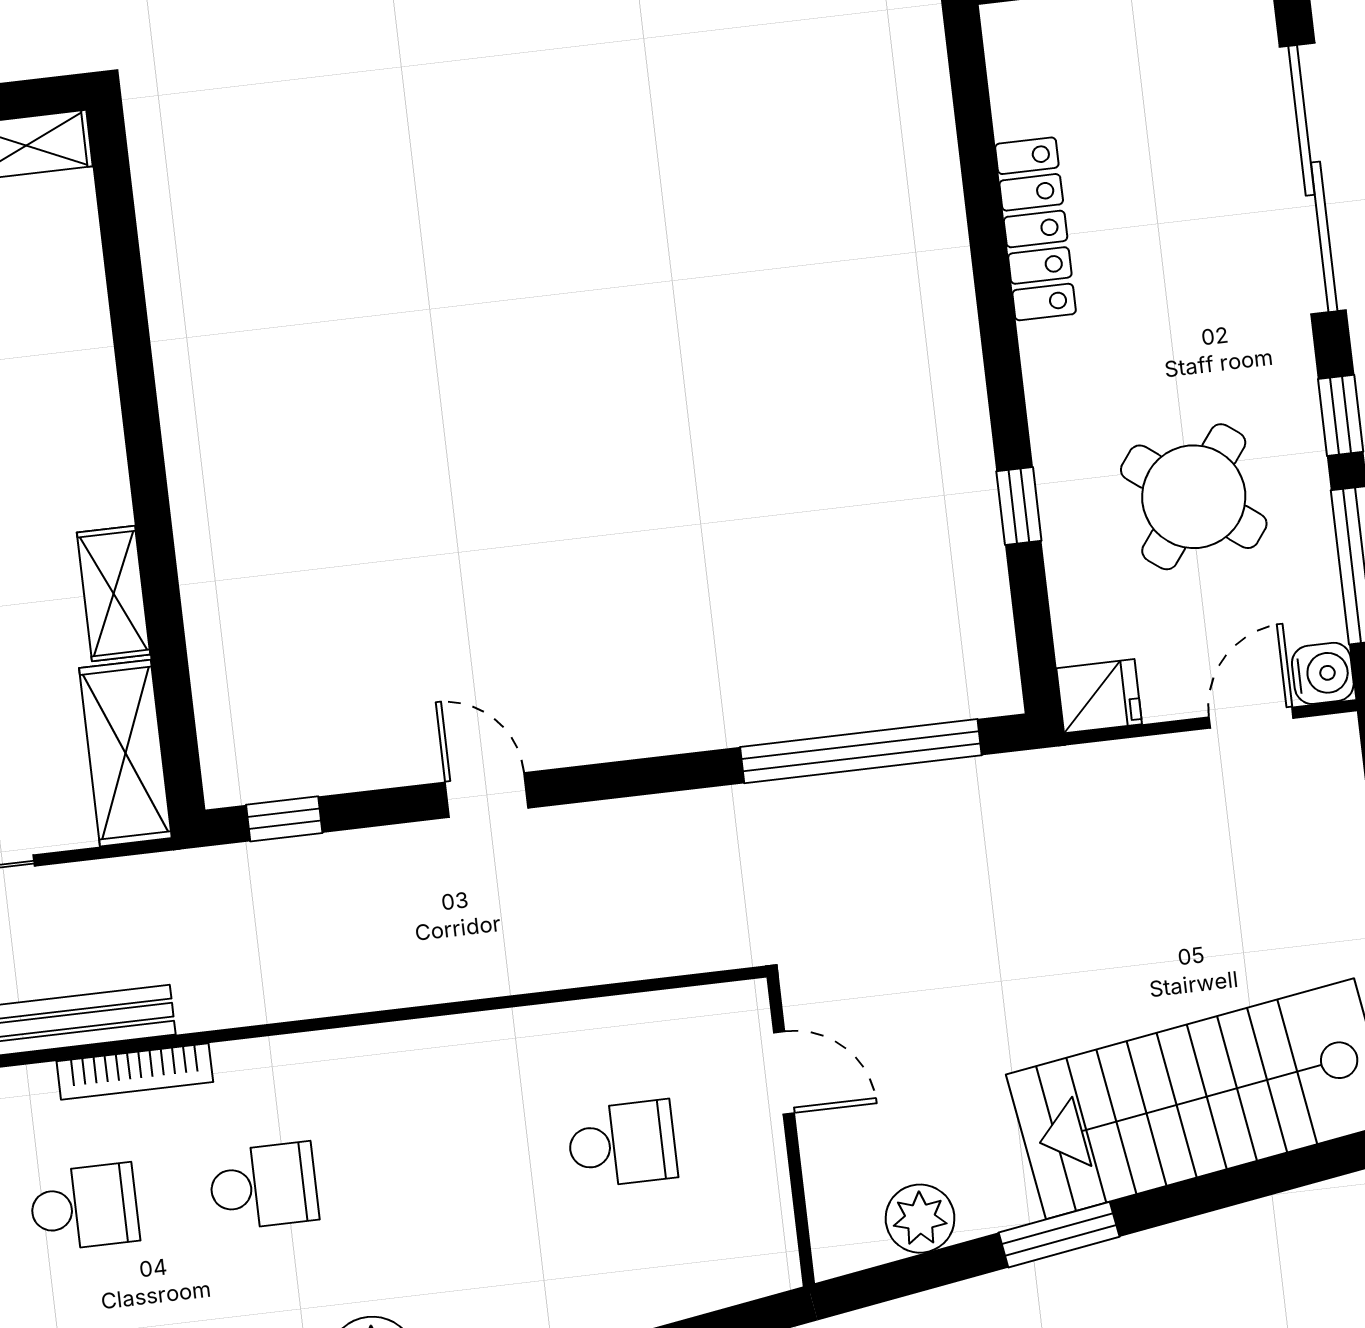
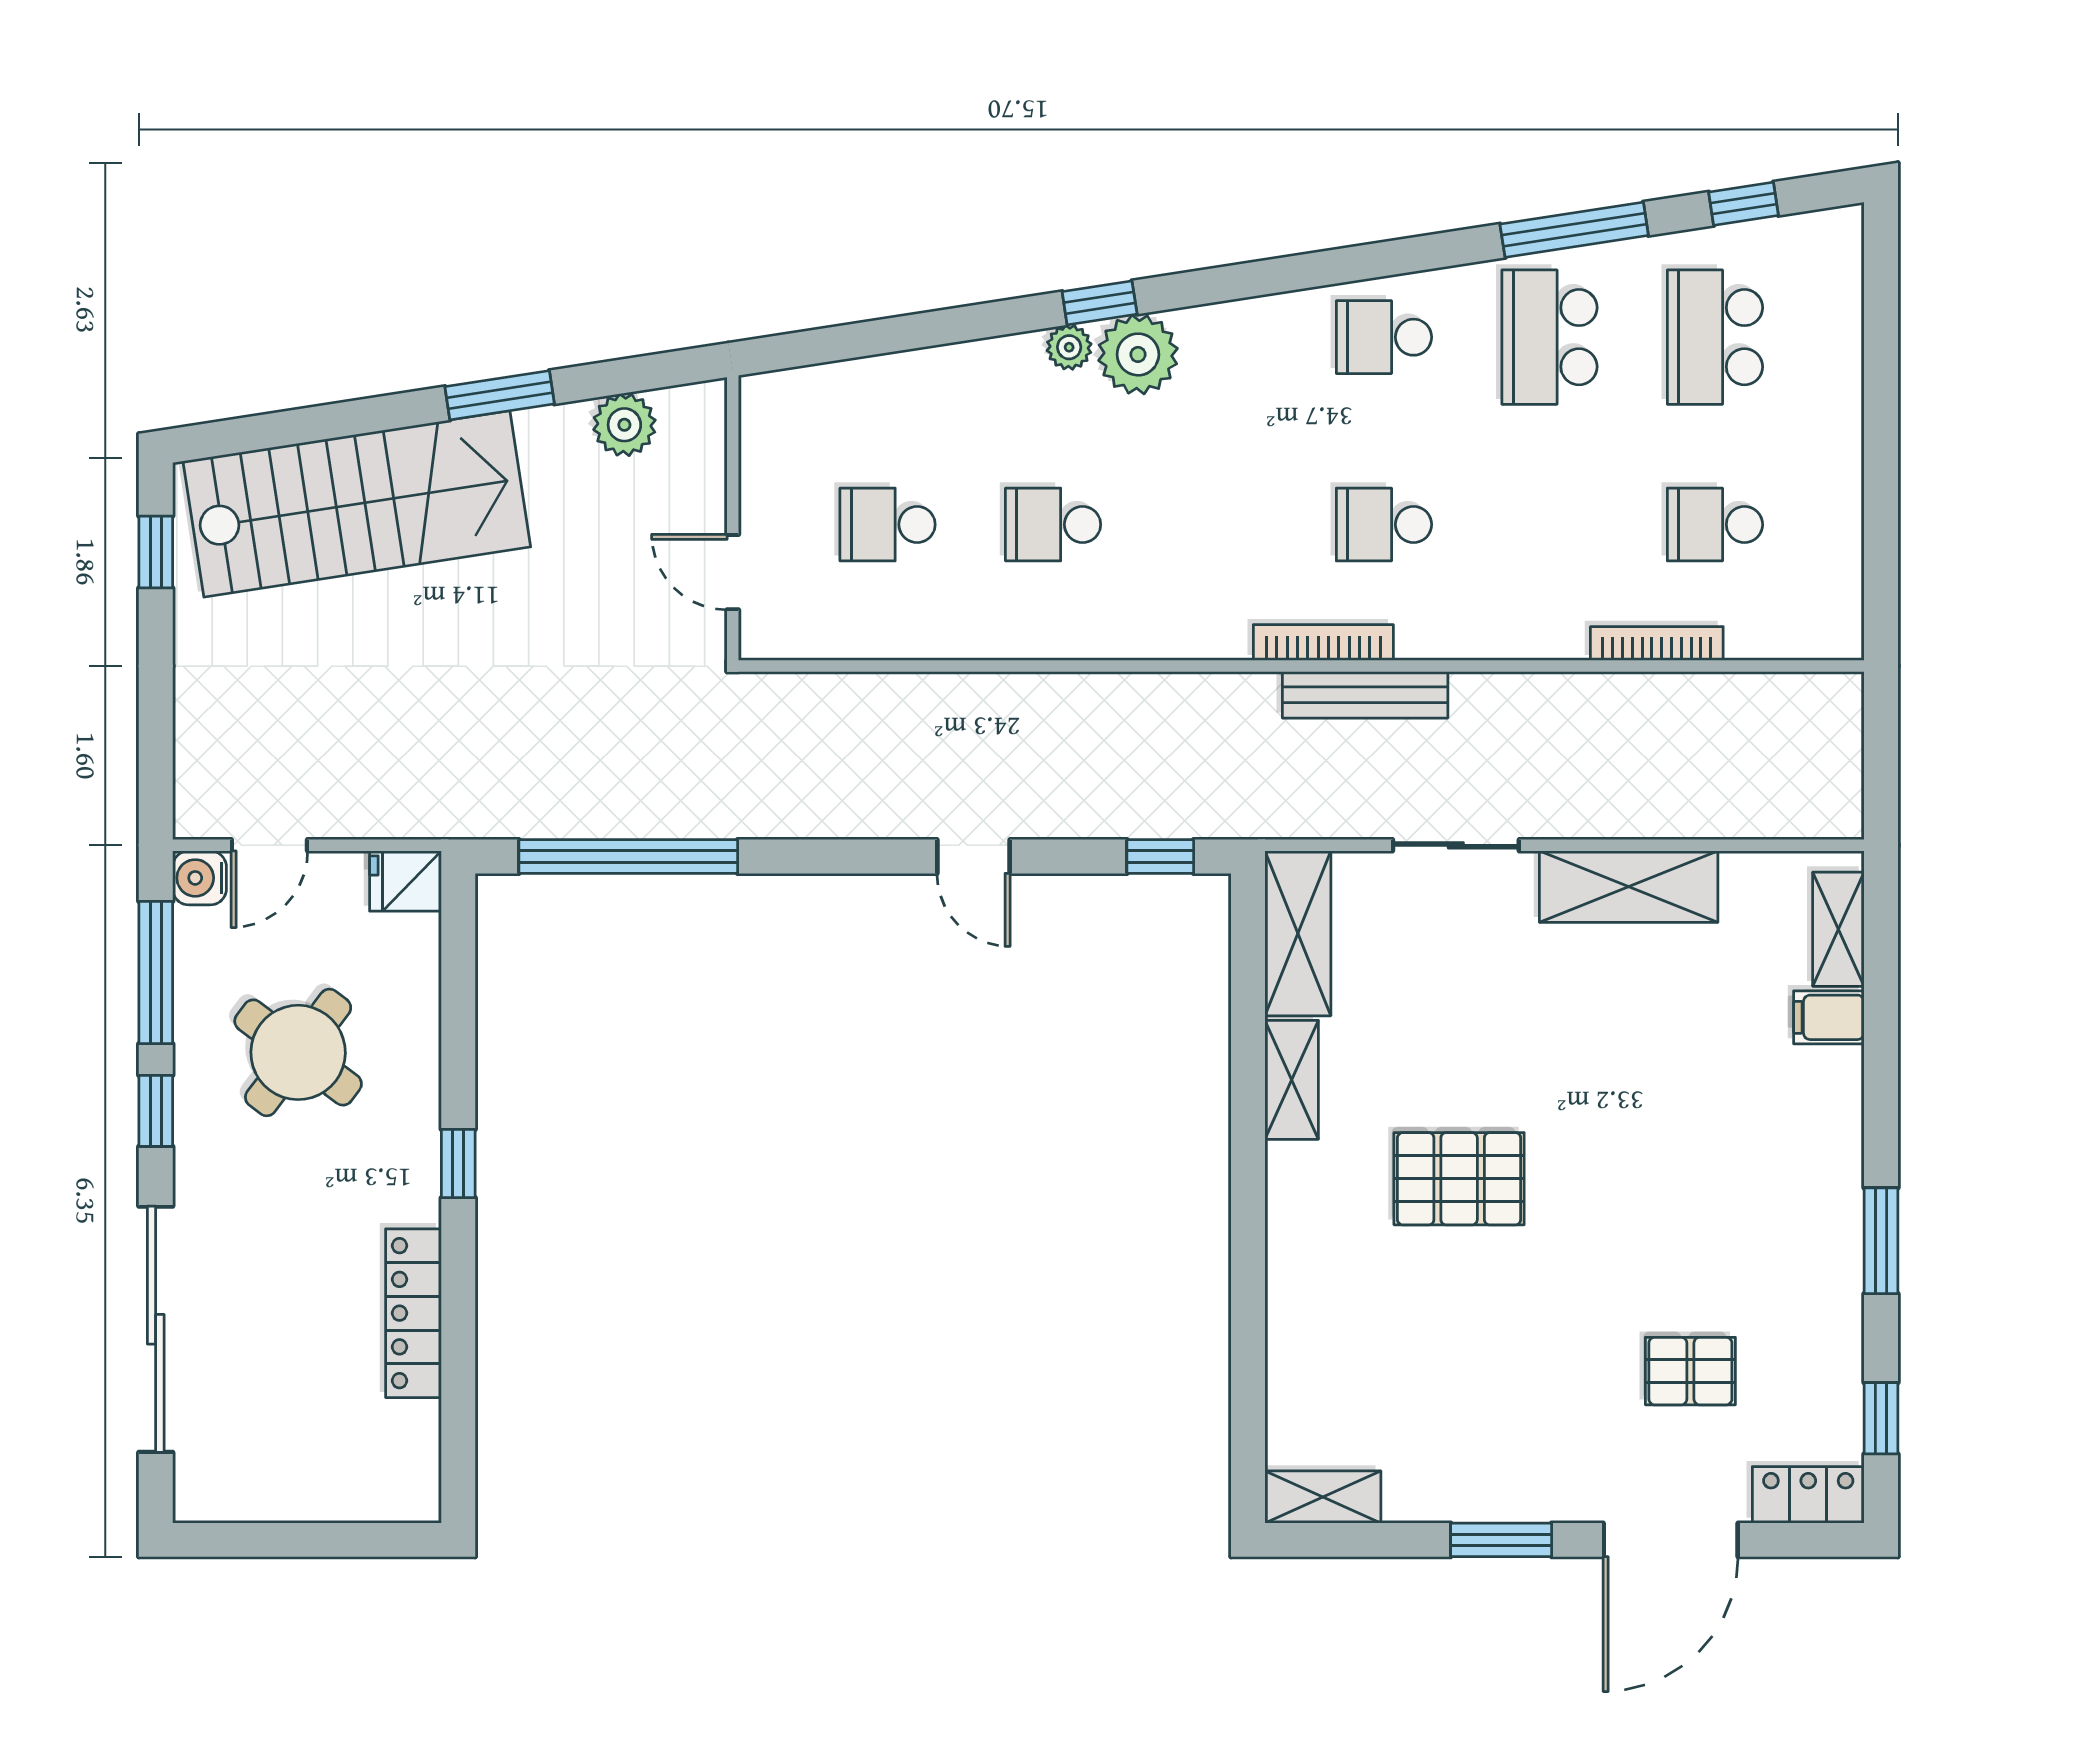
window: (1019, 506) -> (458, 1164), moved
school desk: (263, 1186) -> (1053, 525), moved

